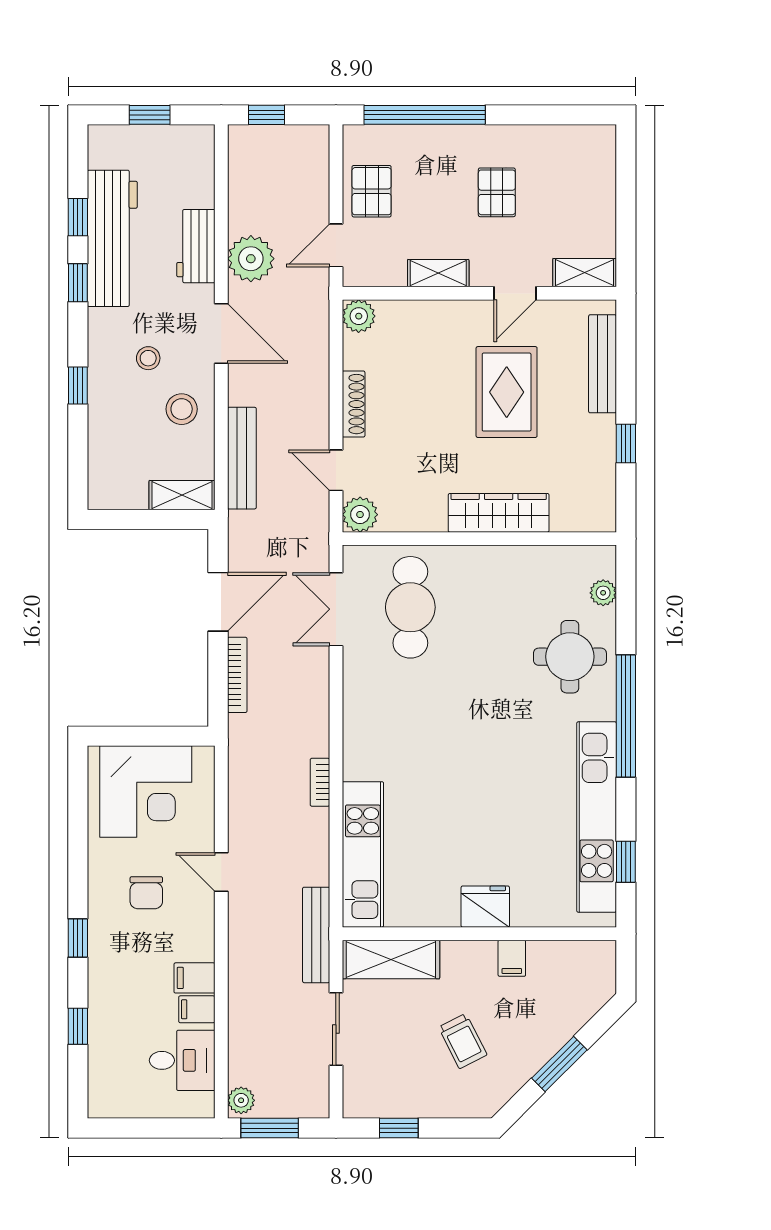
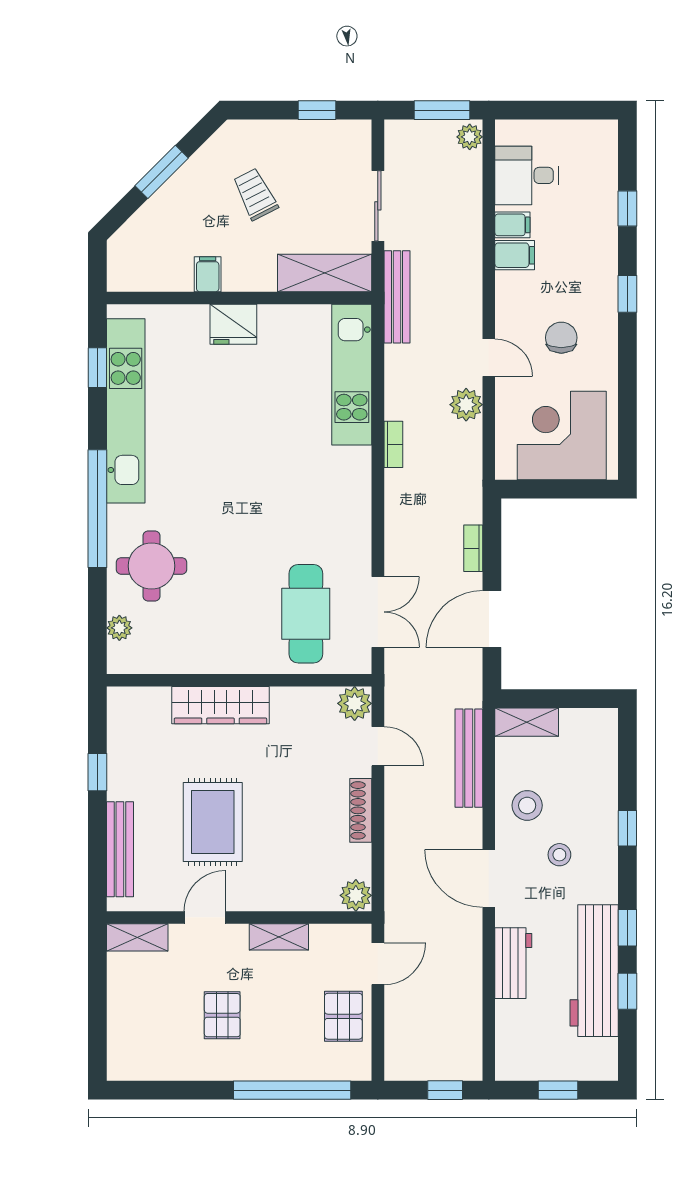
plant: (251, 259) -> (466, 405), moved, width x0.73, depth x0.73
bookcase: (237, 675) -> (473, 548), width x0.64

